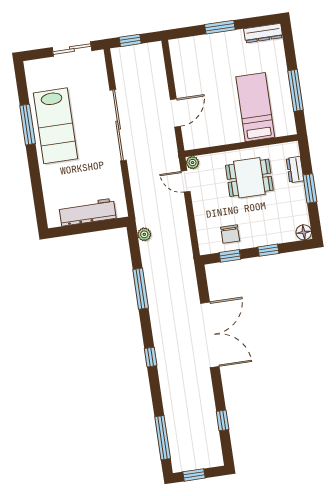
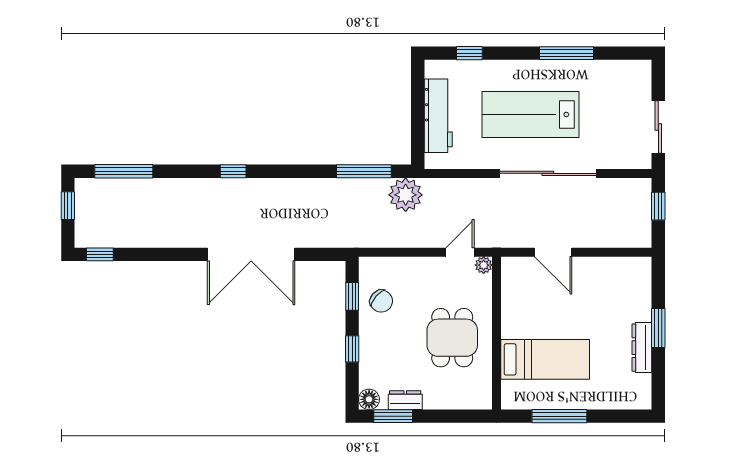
dresser: (263, 33) -> (642, 348), moved
lab bench: (56, 126) -> (531, 115), moved
dresser: (295, 170) -> (405, 400), moved
window: (310, 188) -> (393, 416), moved
window: (38, 196) -> (469, 53), added
plant: (144, 234) -> (406, 195), width x1.87, depth x1.87
chair: (230, 234) -> (381, 301), turned -139
window: (141, 289) -> (364, 171), moved
window: (223, 420) -> (100, 254), moved

